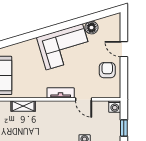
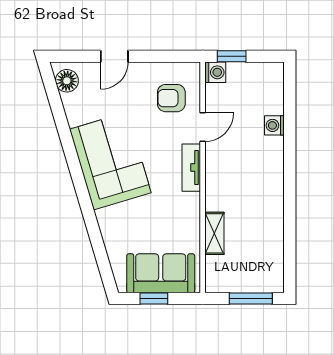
floor lamp: (91, 28) -> (67, 81), moved
armchair: (107, 70) -> (171, 98), moved
window: (124, 128) -> (232, 56), moved

